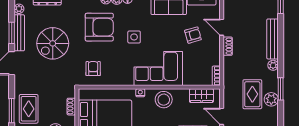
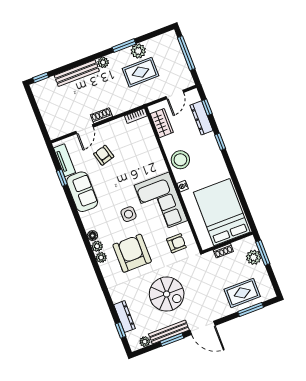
armchair: (93, 69) -> (176, 243), turned 180
corner sofa: (158, 69) -> (161, 203), moved

